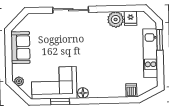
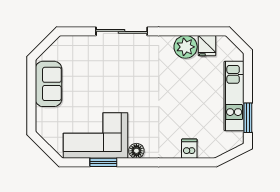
window: (160, 40) -> (248, 118), moved
plant: (19, 81) -> (45, 132), removed
dishwasher: (131, 90) -> (189, 149), moved

